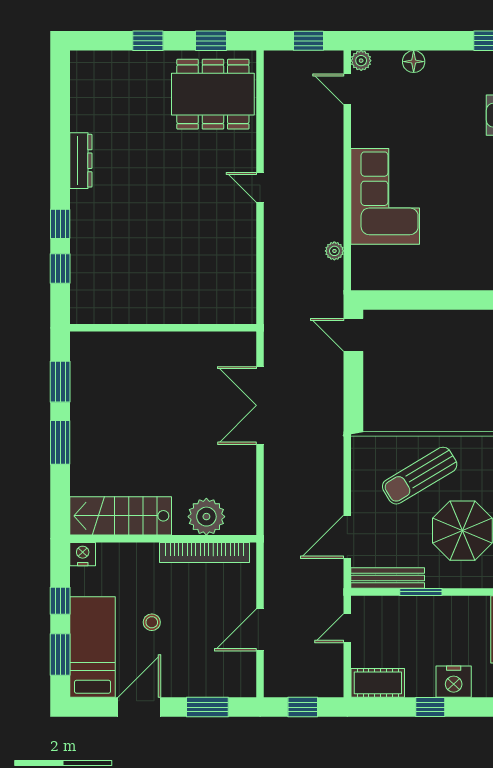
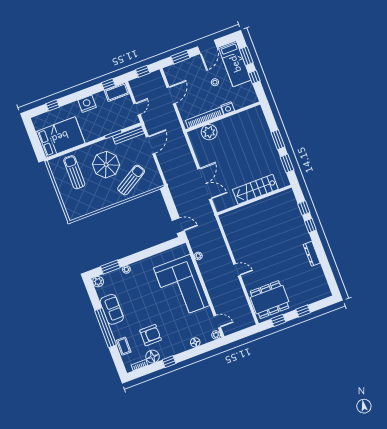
window: (309, 41) -> (240, 335), removed
corner sofa: (385, 196) -> (182, 287), width x1.36, depth x1.36
stairs: (121, 516) -> (255, 189), moved, turned 180
nightstand: (83, 554) -> (228, 108), moved
window: (430, 707) -> (108, 84), moved

